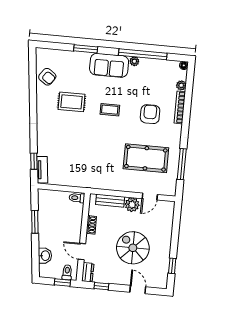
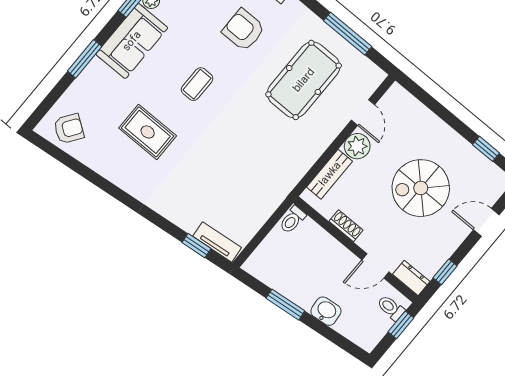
armchair: (47, 77) -> (69, 129), moved
rug: (72, 102) -> (148, 132), turned 90
washbasin: (45, 256) -> (326, 311), moved

